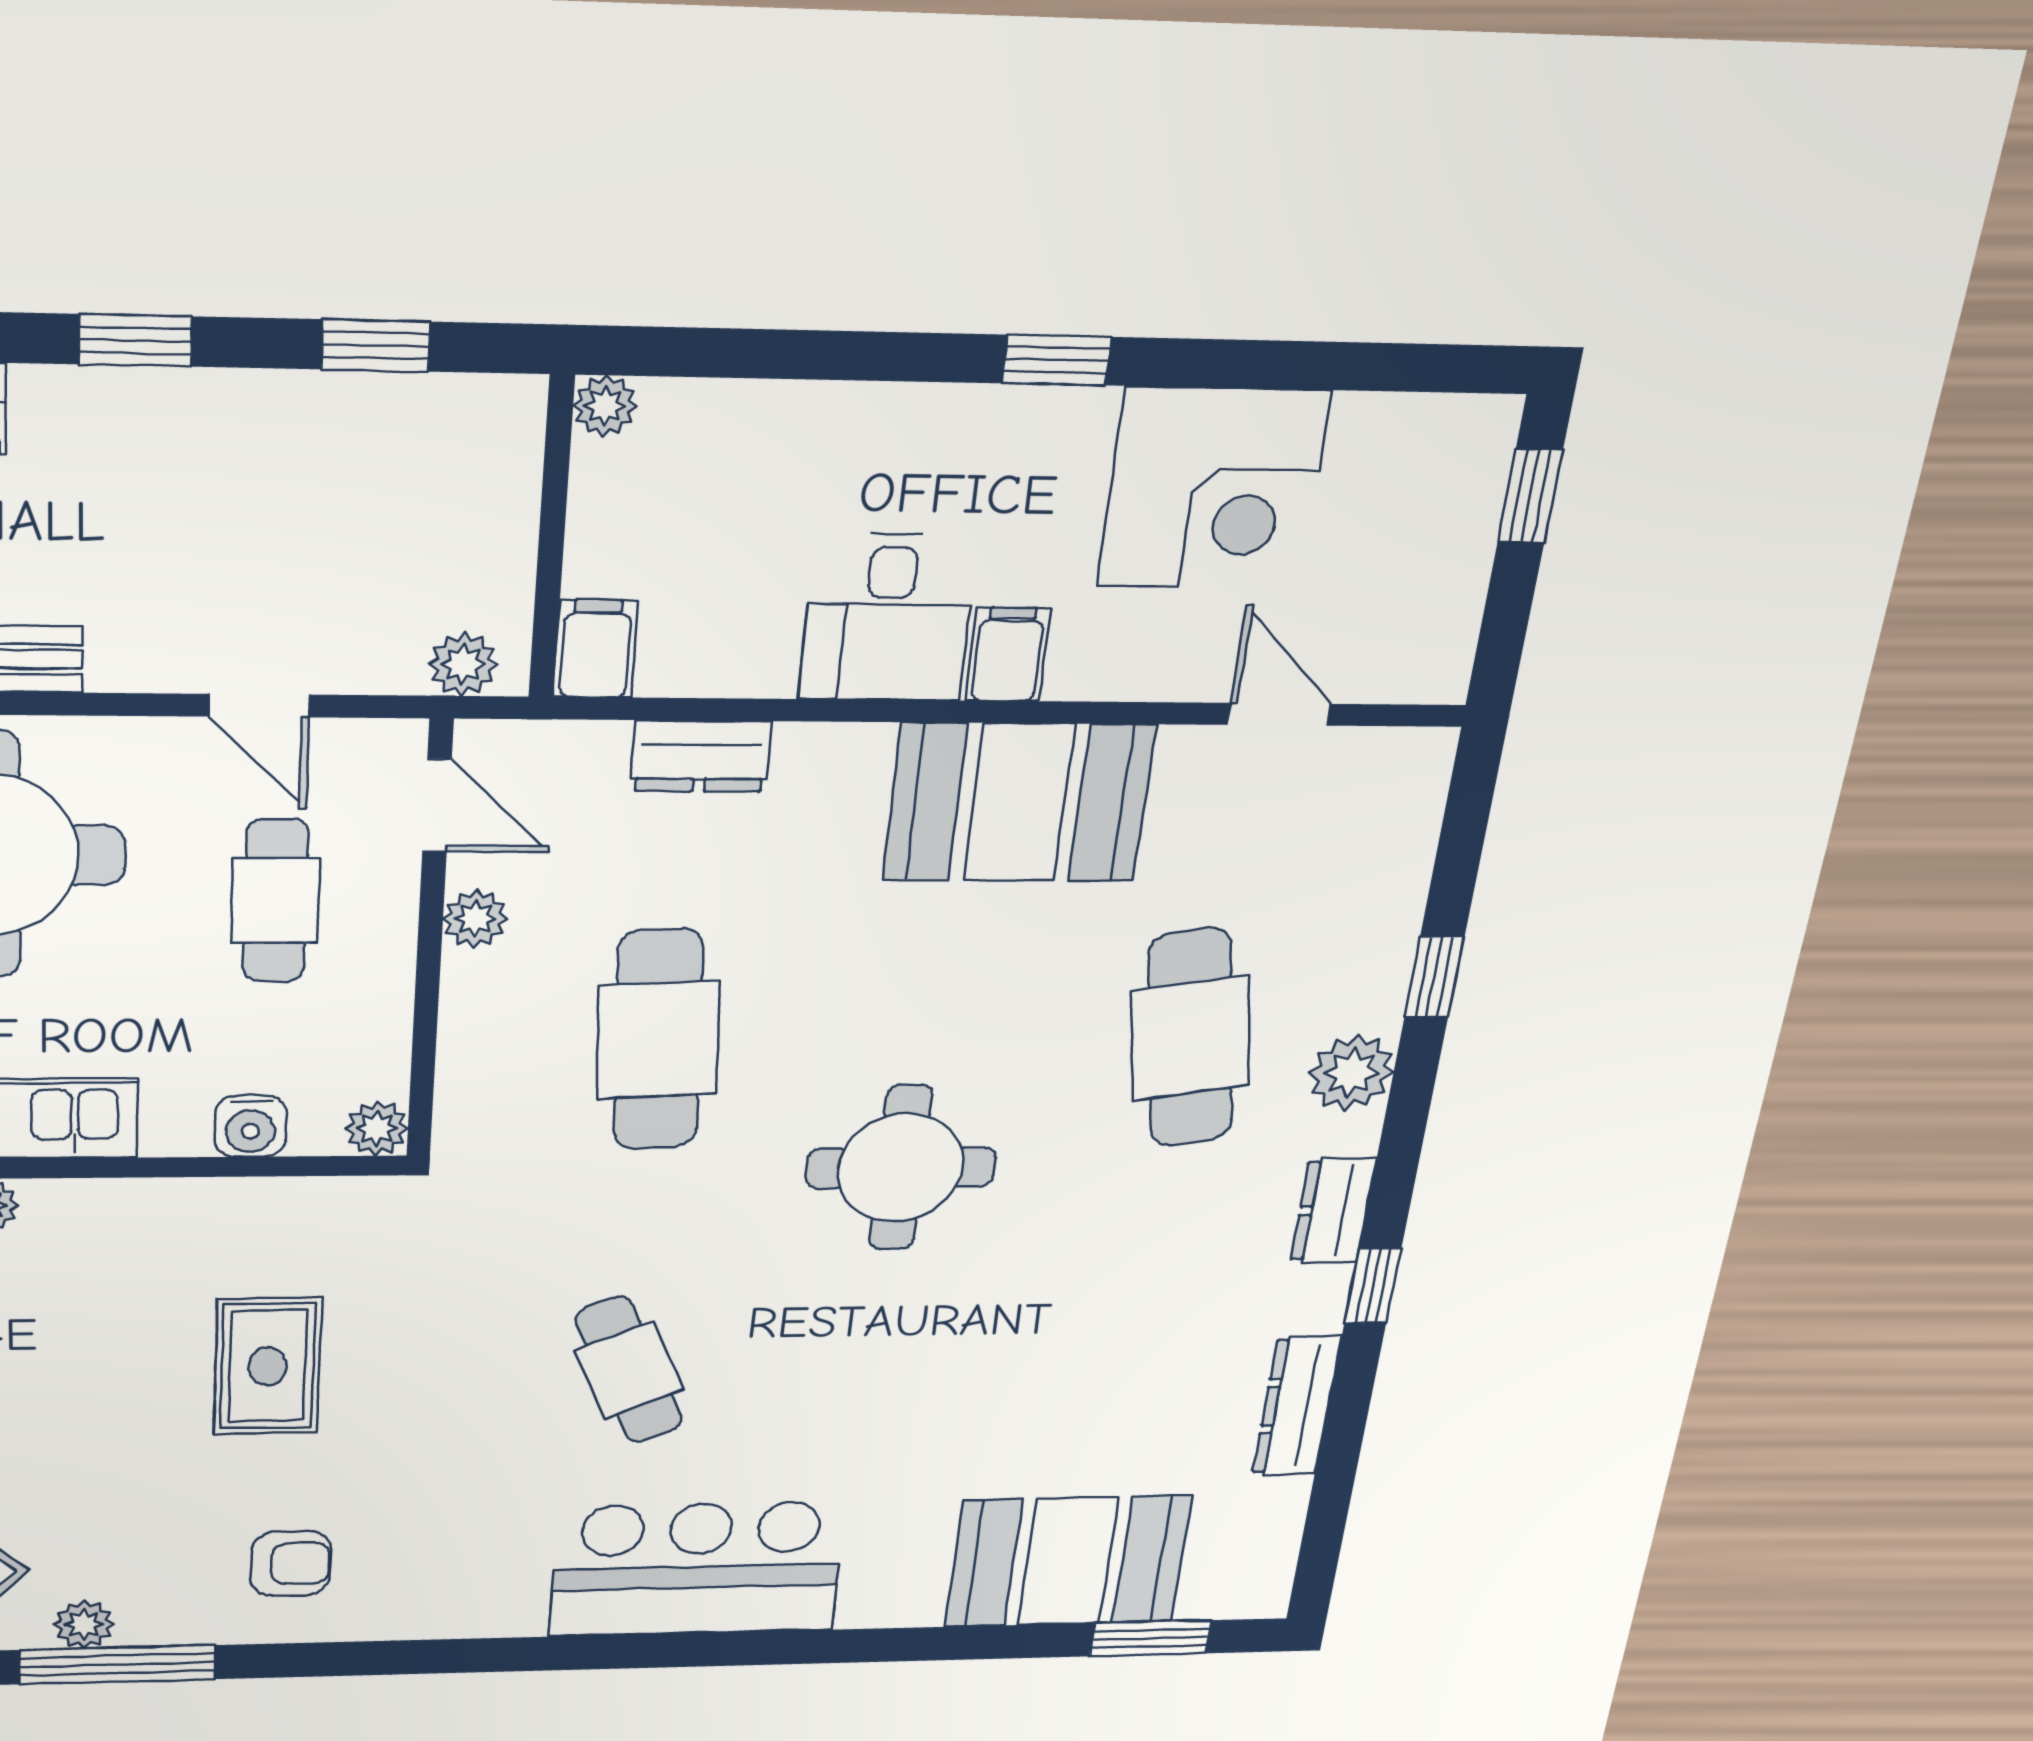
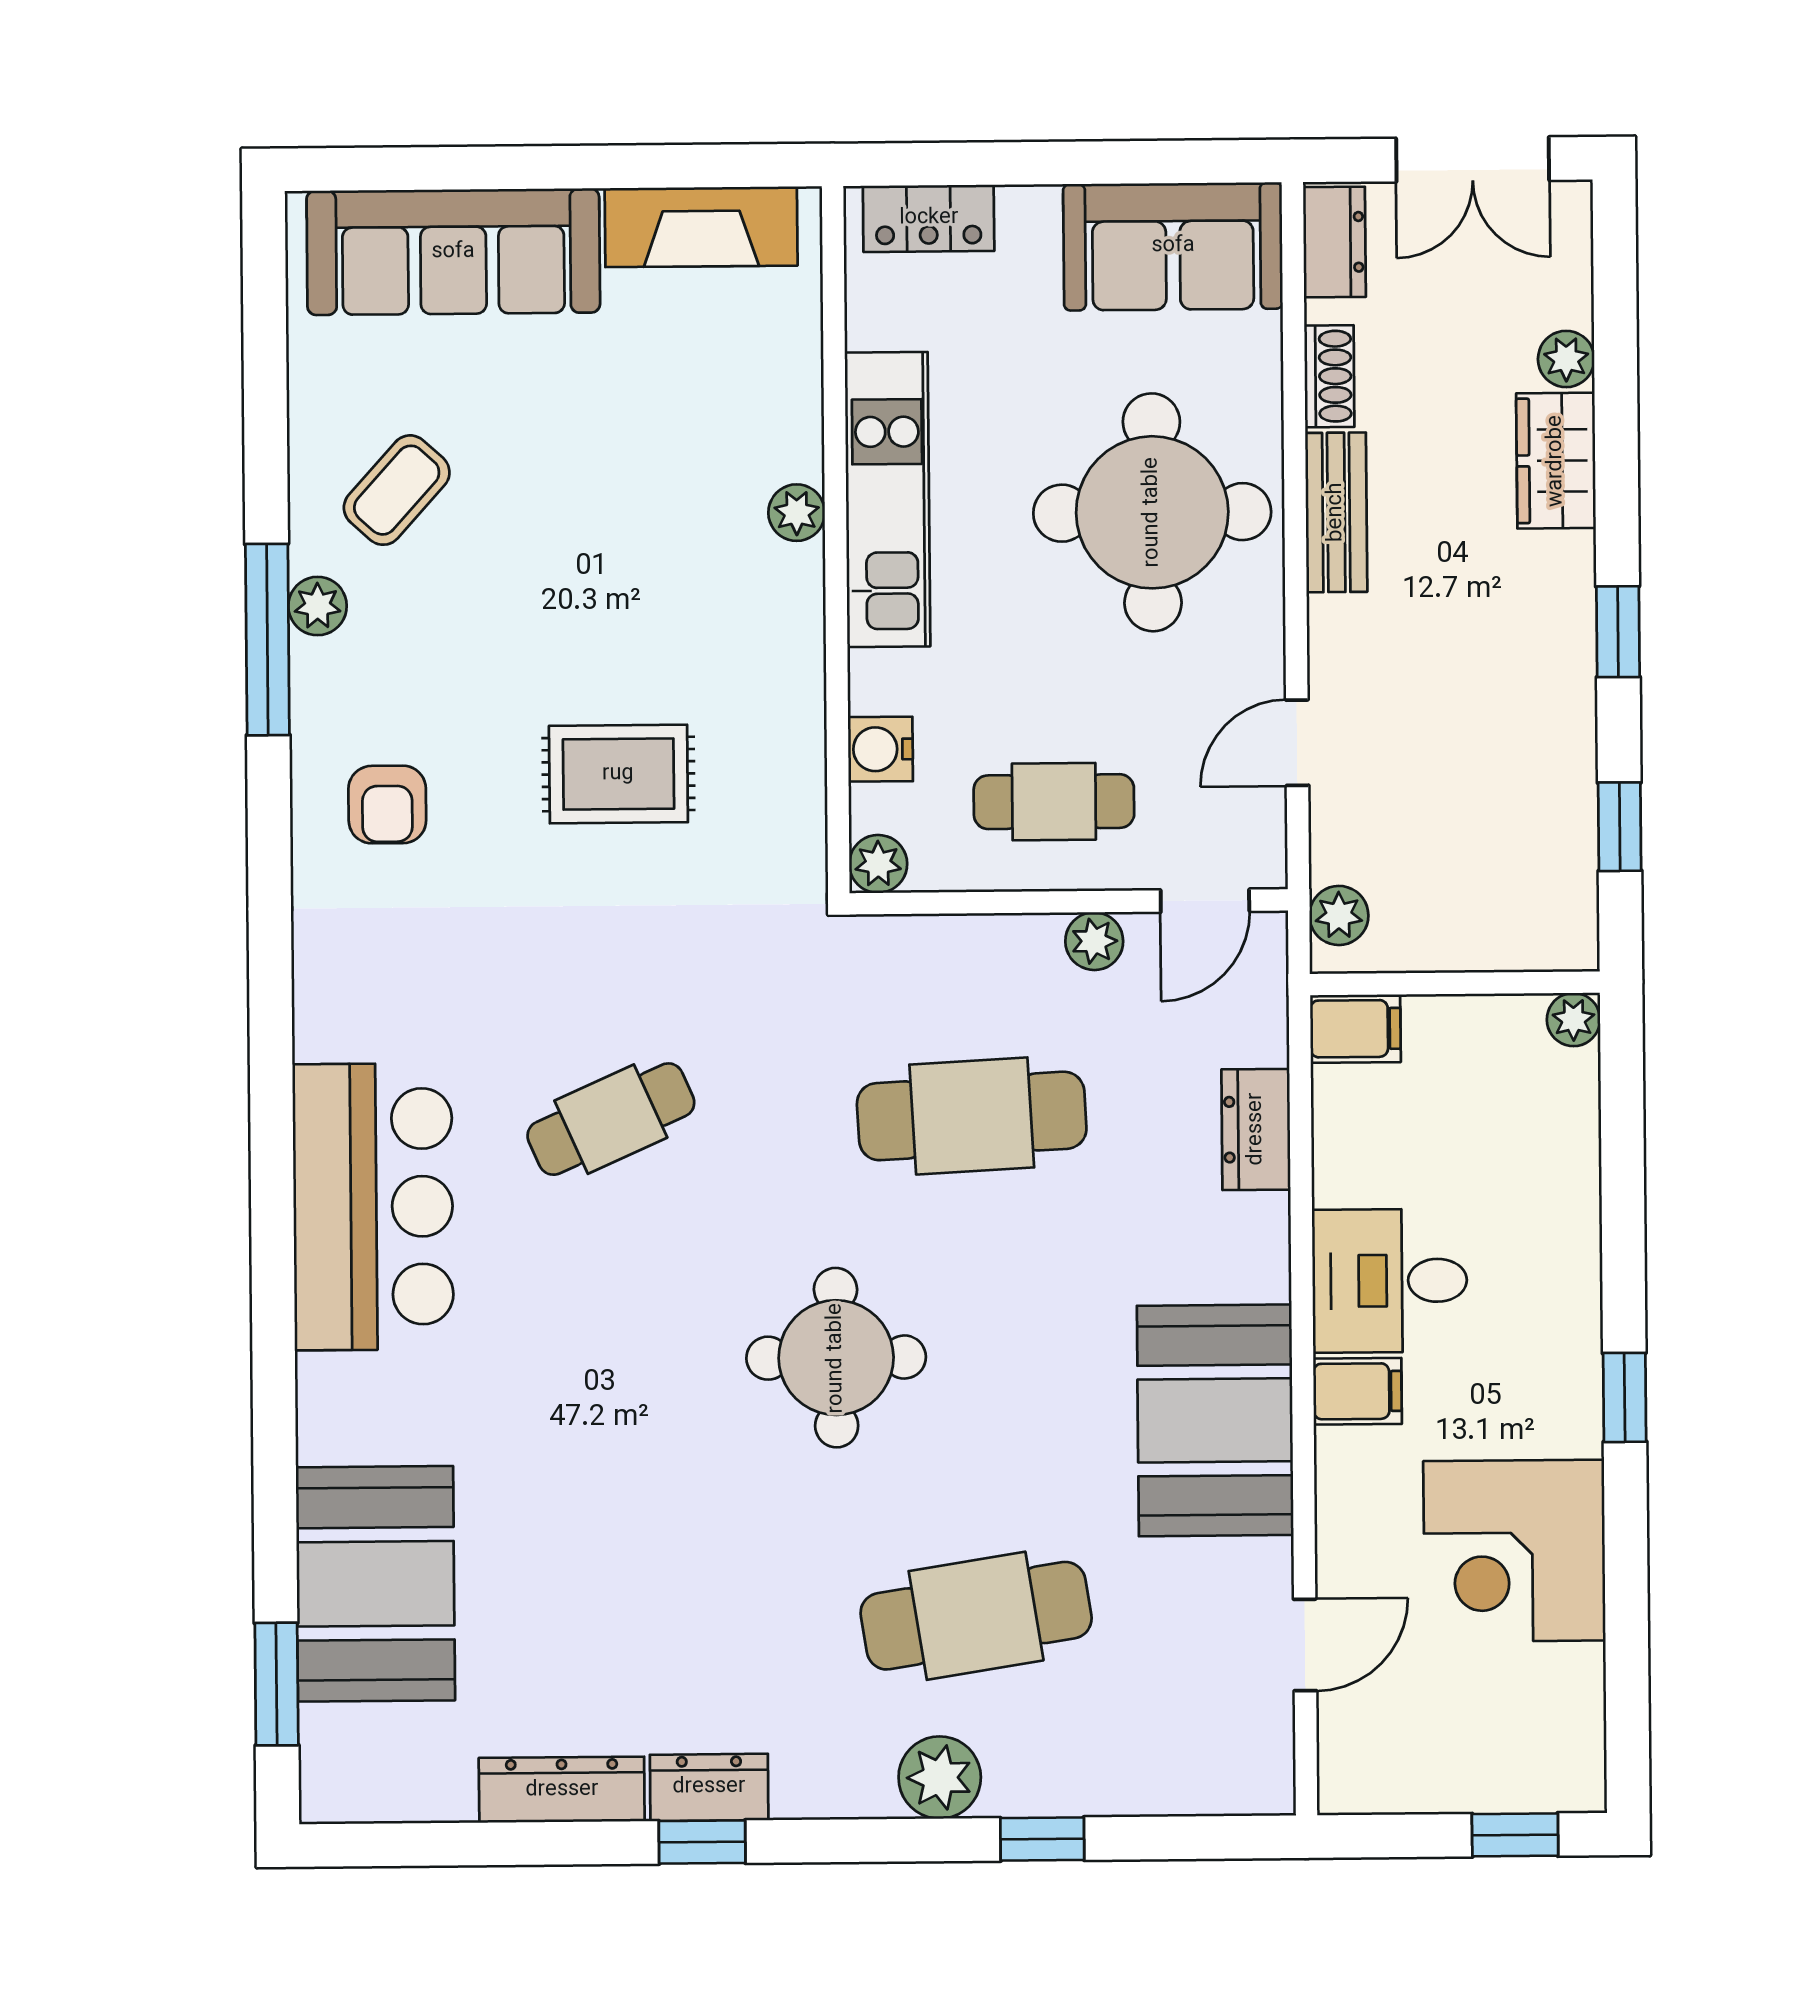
cafe table: (275, 901) -> (1054, 802), moved
dresser: (1333, 1211) -> (709, 1787), moved

